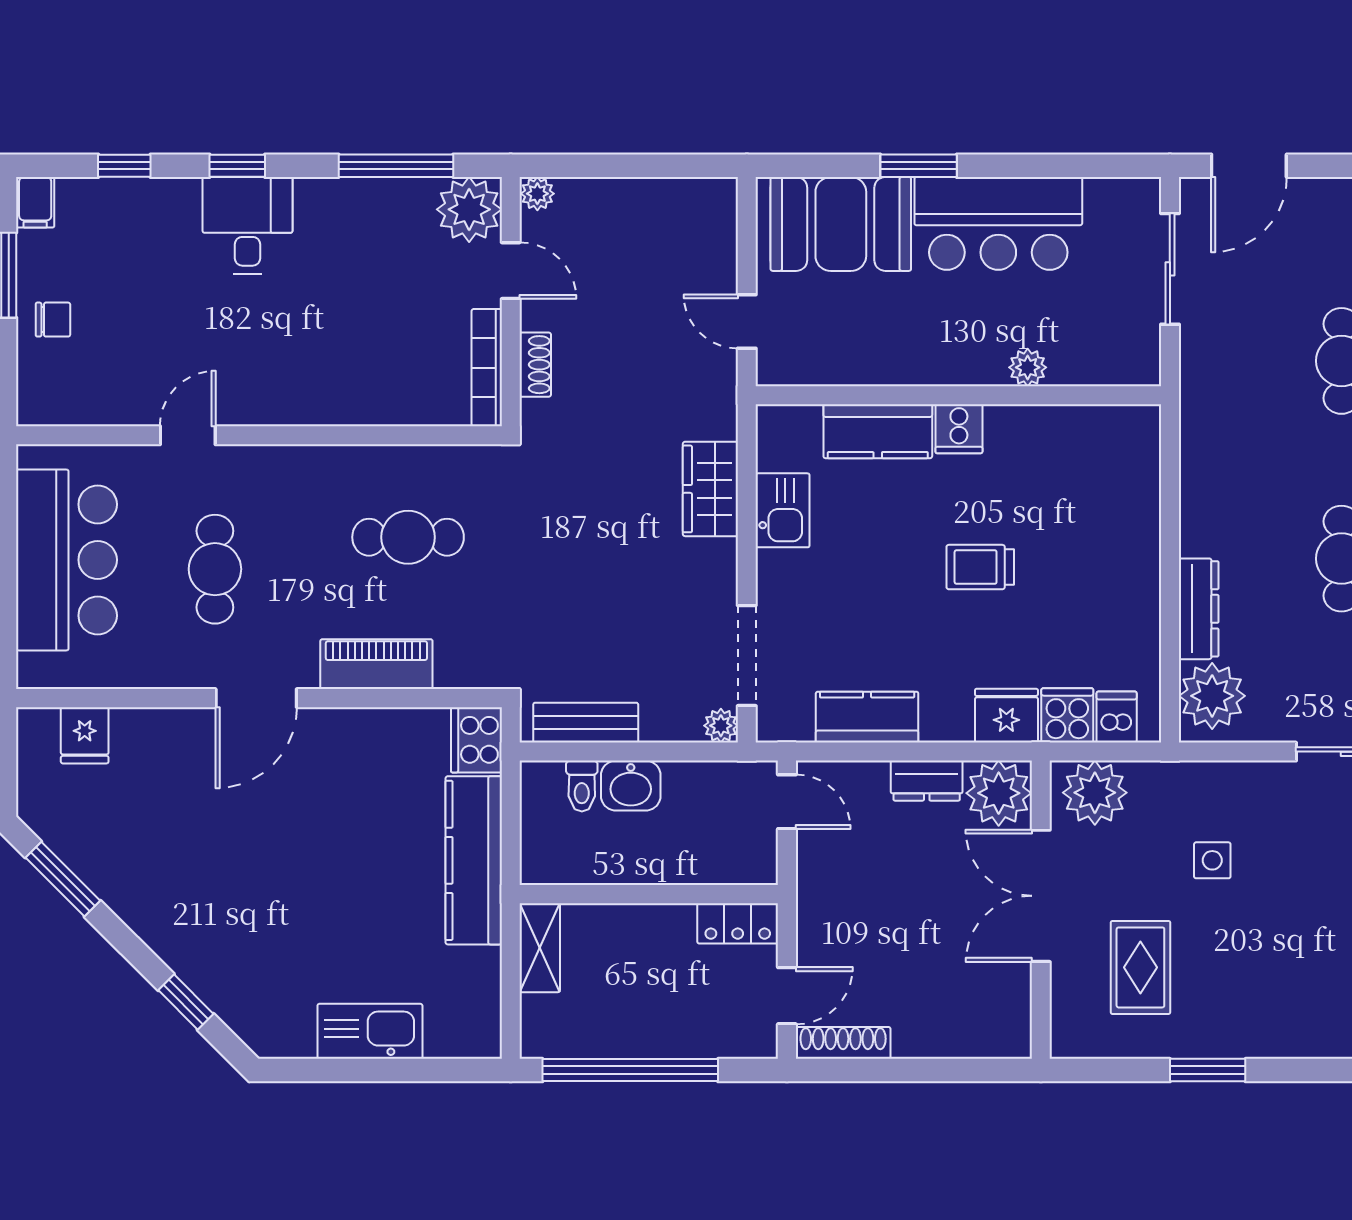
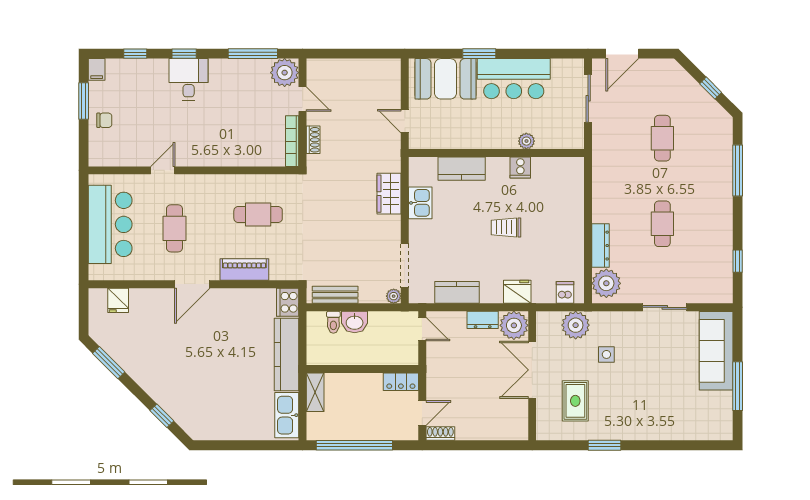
plant: (537, 194) -> (314, 66), removed
cooker: (959, 429) -> (520, 168), moved
cooker: (1067, 715) -> (544, 292), removed
plant: (1095, 793) -> (576, 325), moved
kitchen sink: (370, 1031) -> (287, 415), moved, turned -90
shoe rack: (843, 1043) -> (440, 434), width x0.70

